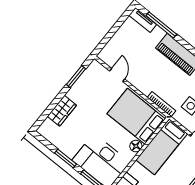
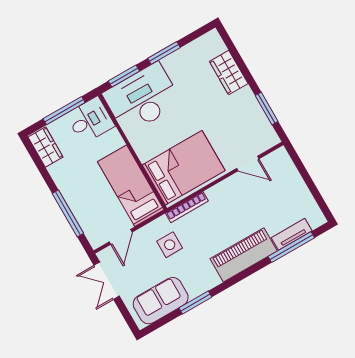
tv unit: (143, 20) -> (292, 234), moved
floor lamp: (136, 146) -> (145, 152), removed

